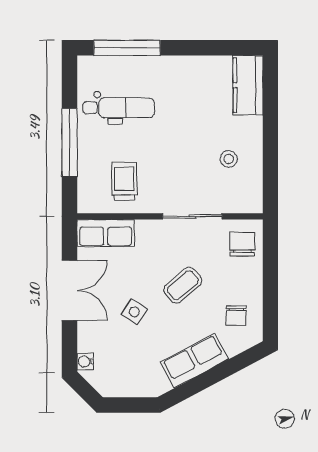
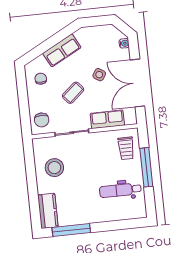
window: (127, 48) -> (71, 230), moved
stool: (229, 159) -> (54, 168), width x1.89, depth x1.89
trolley: (124, 181) -> (126, 148), moved
row of seats: (106, 233) -> (107, 119), moved
double door: (70, 290) -> (137, 83), width x1.37

